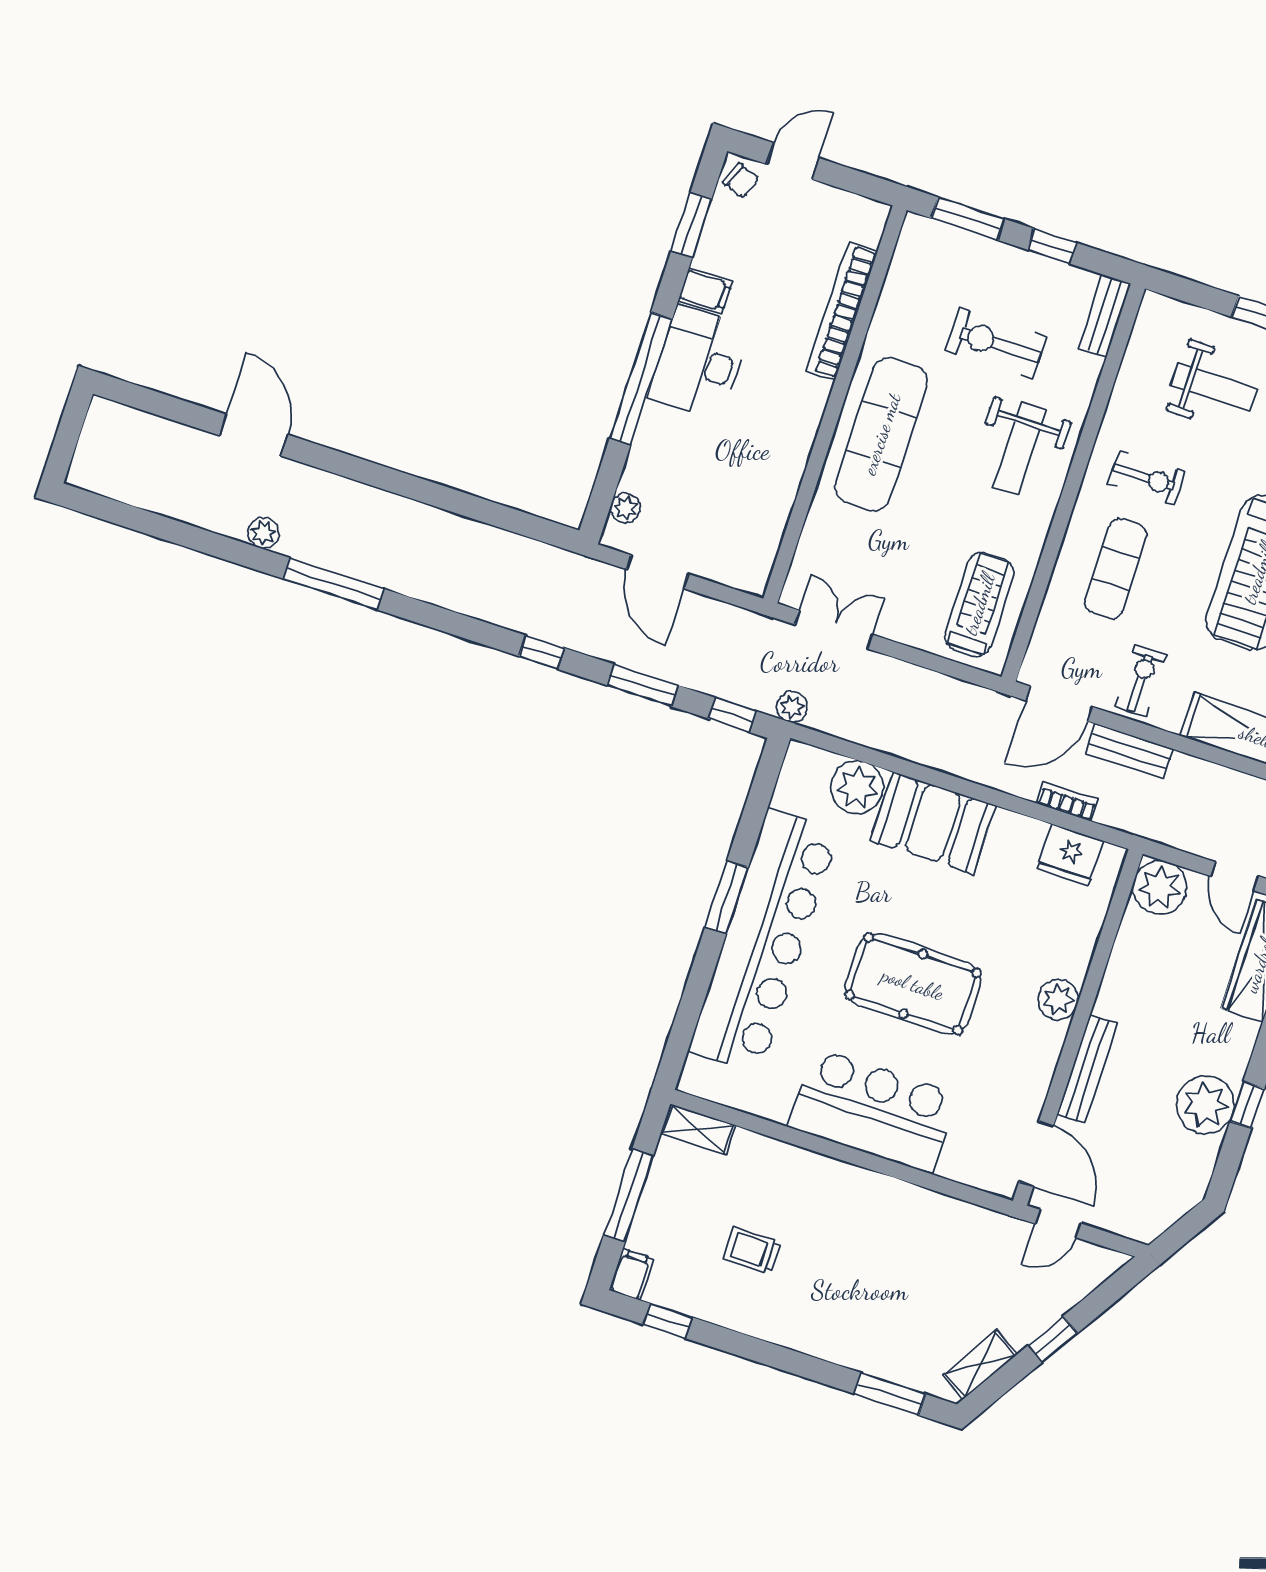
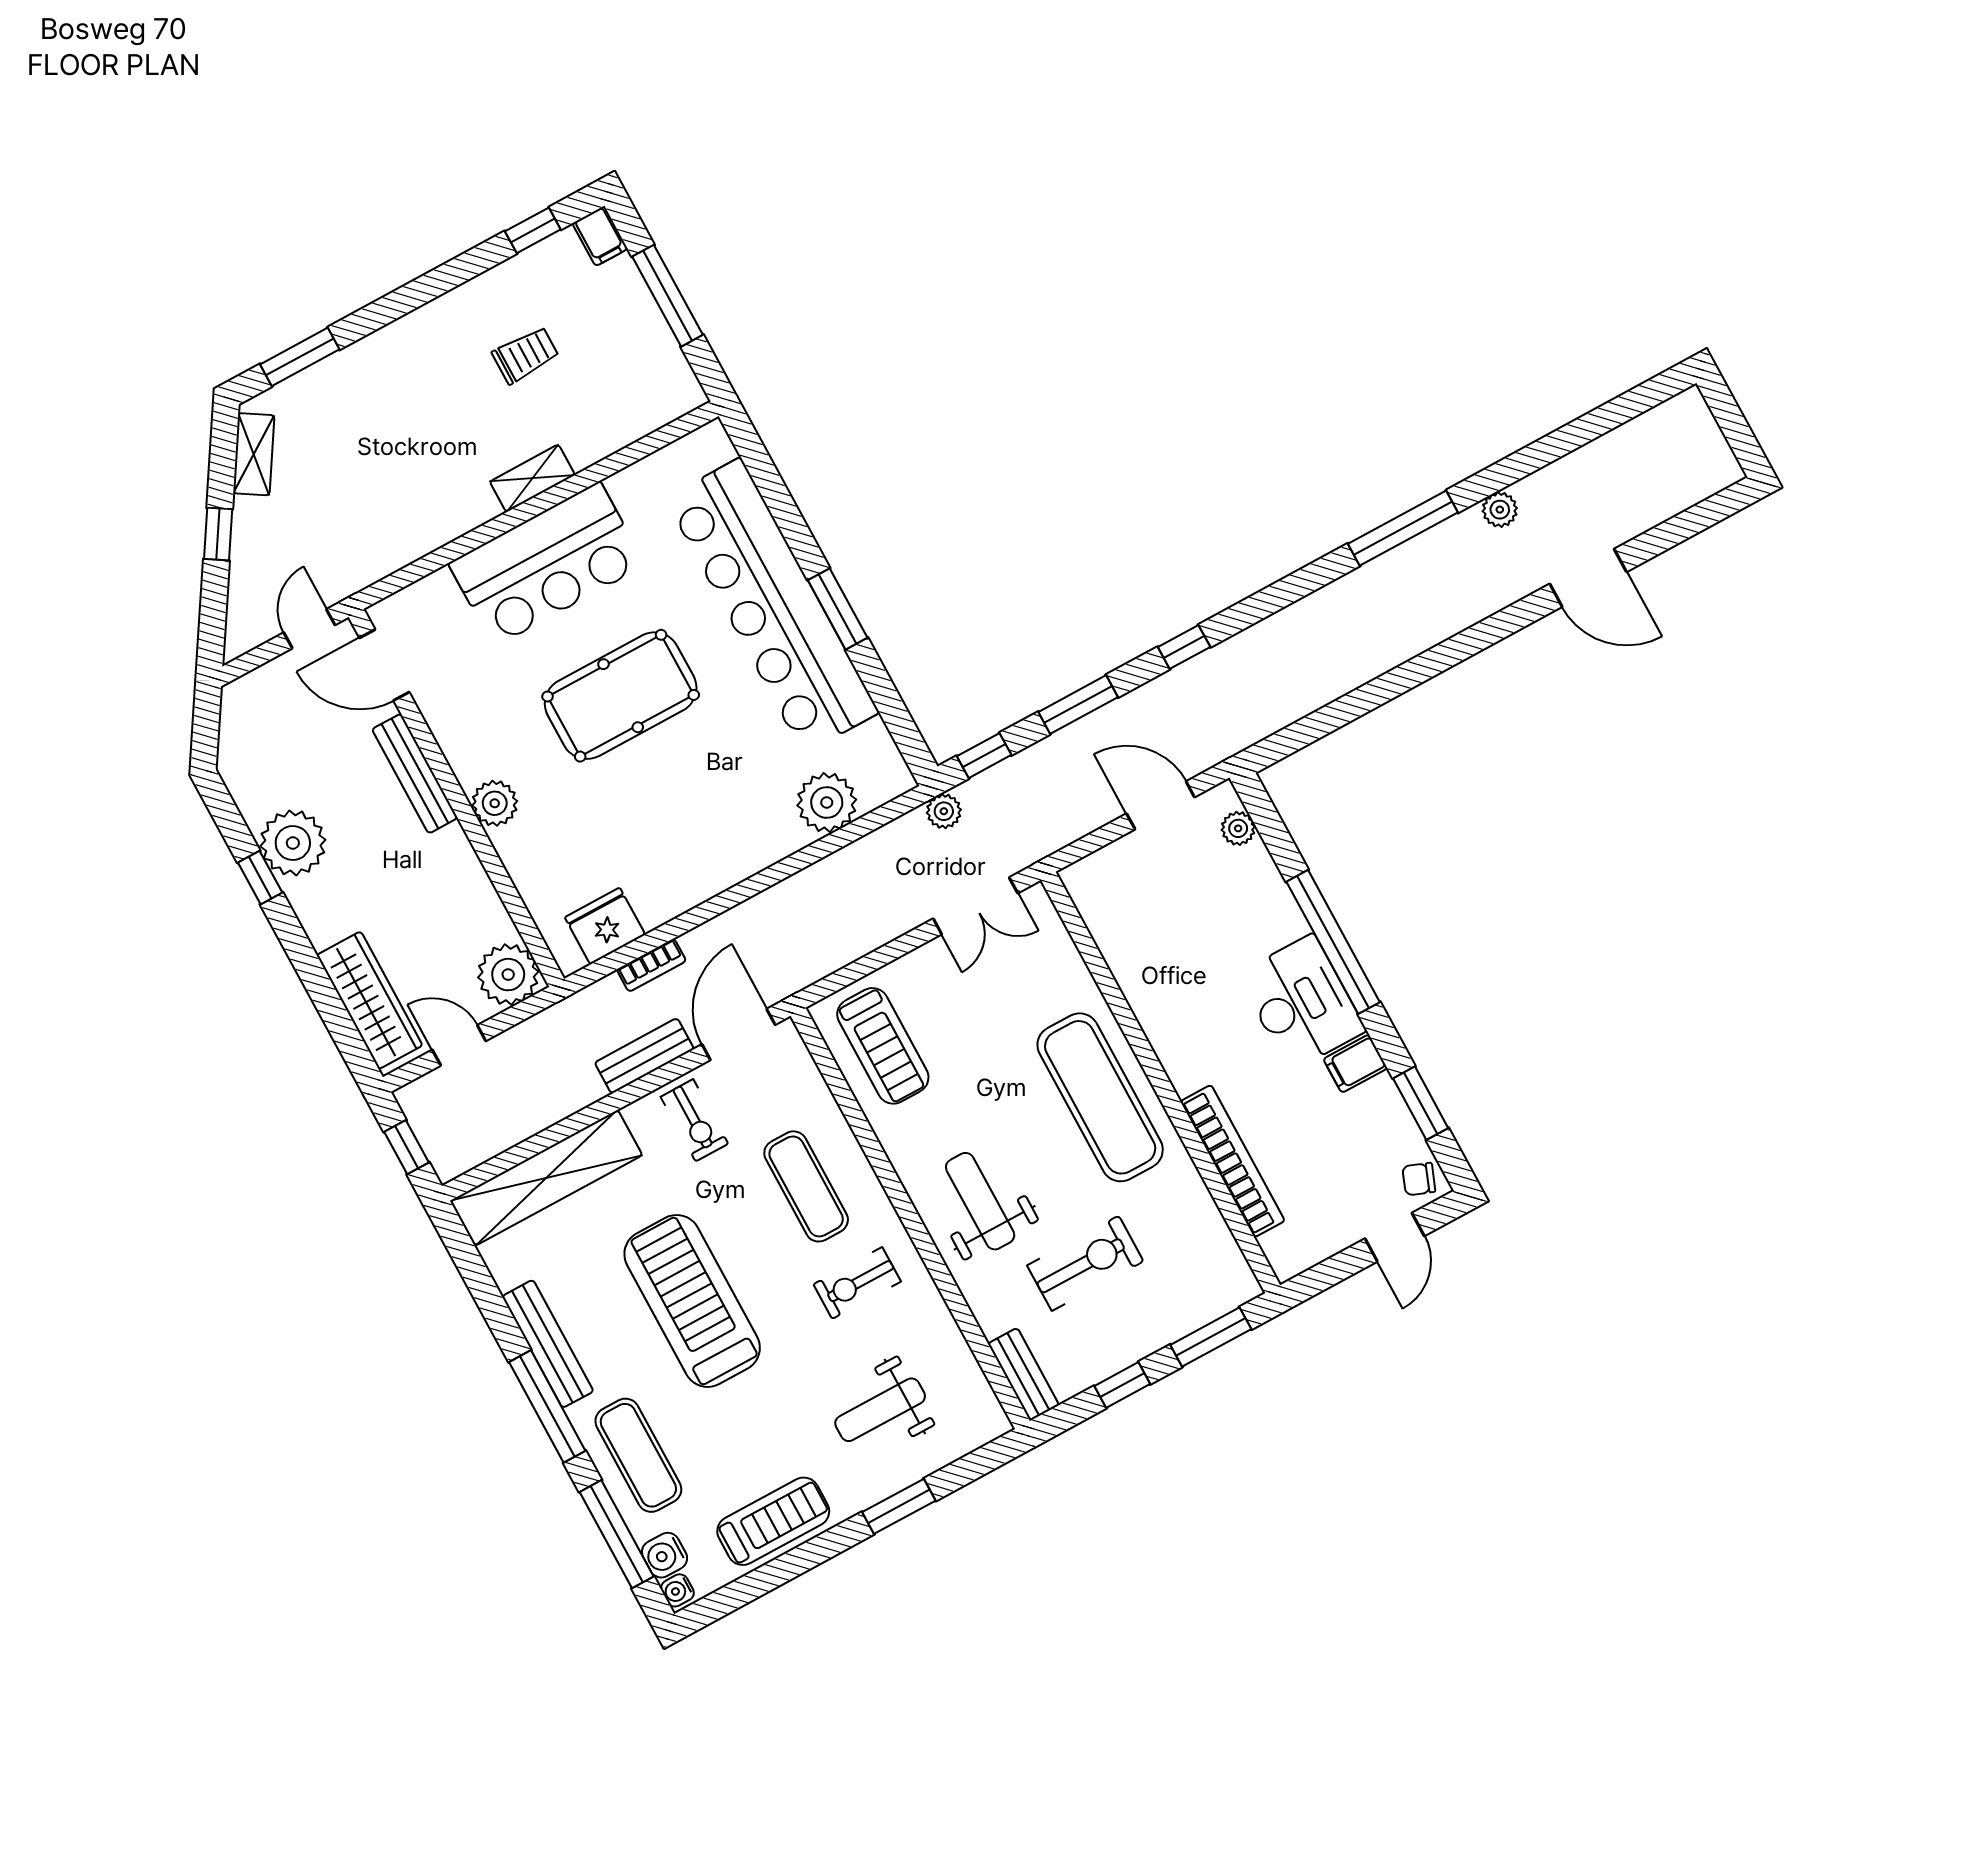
booth: (933, 823) -> (738, 837), removed
shelving: (698, 1129) -> (532, 478), moved

